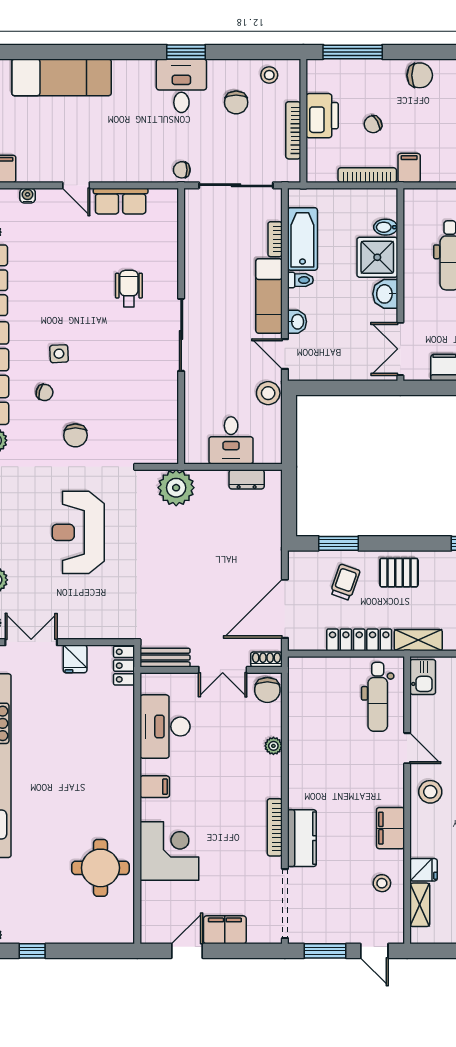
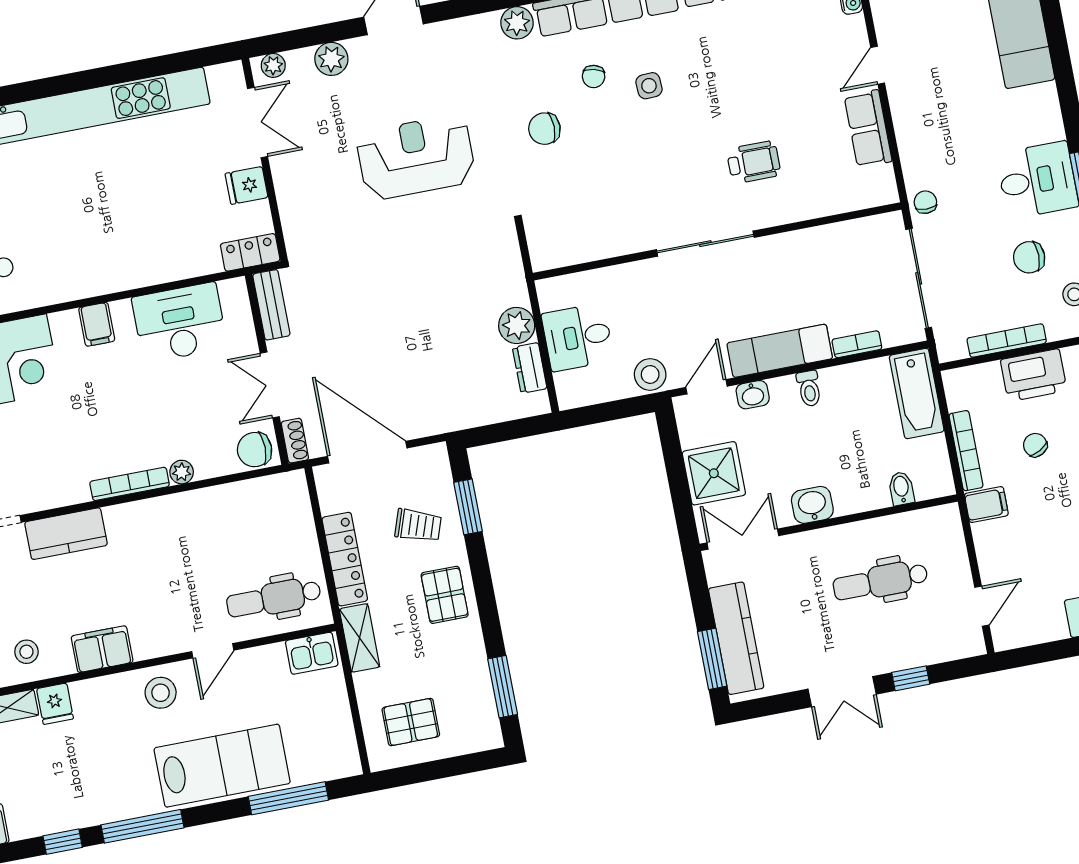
bathtub: (302, 239) -> (917, 394), moved, turned 90
shower: (377, 257) -> (714, 473), moved
plant: (176, 488) -> (517, 325), moved, width x0.73, depth x0.73
bookcase: (275, 827) -> (130, 484), moved

